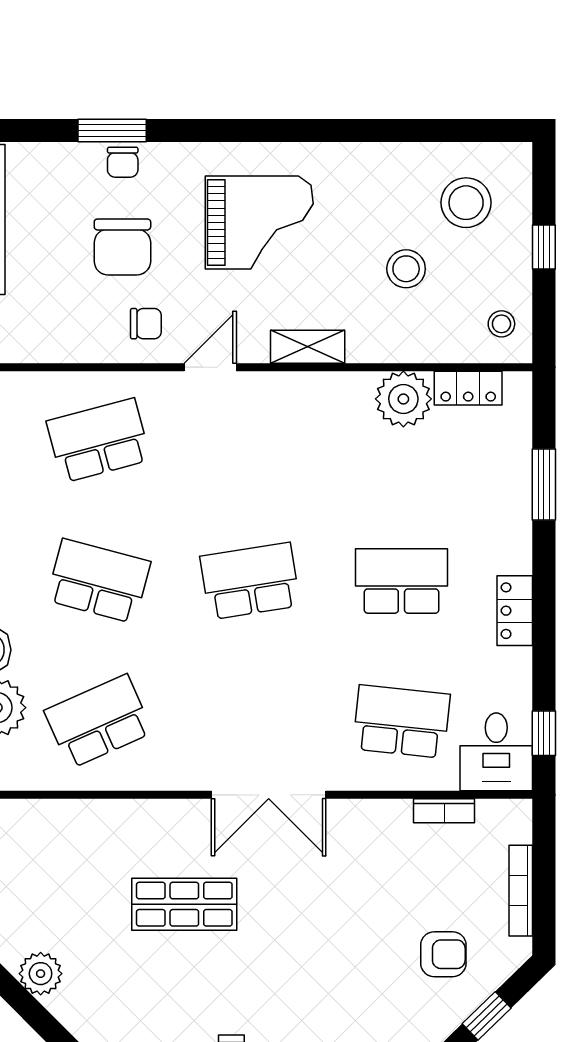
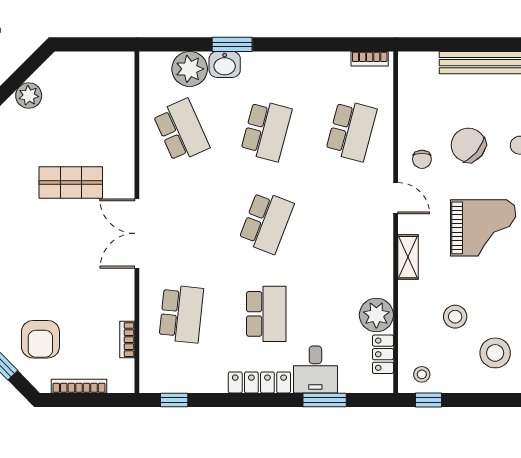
grand piano: (259, 222) -> (483, 228), turned -90
chair: (122, 247) -> (468, 145), turned 40
window: (544, 247) -> (429, 400), moved
school desk: (98, 440) -> (351, 131), turned 30
school desk: (250, 581) -> (266, 222), turned 30
locker: (515, 611) -> (259, 382), width x1.53
desk: (496, 752) -> (315, 369), moved, turned -90
shop shelf: (184, 904) -> (71, 182), turned 90
armchair: (443, 954) -> (40, 339), width x1.38, depth x1.38

